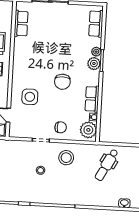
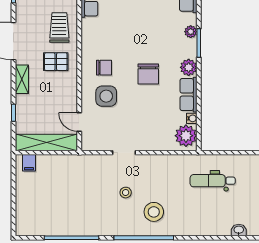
plant: (94, 64) -> (189, 67), moved
chair: (61, 127) -> (104, 68), moved
stool: (66, 158) -> (154, 212), moved
dental chair: (107, 165) -> (213, 181), turned 62

